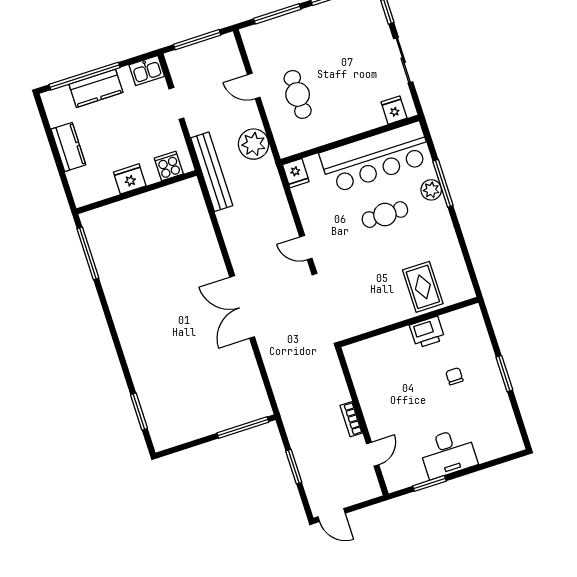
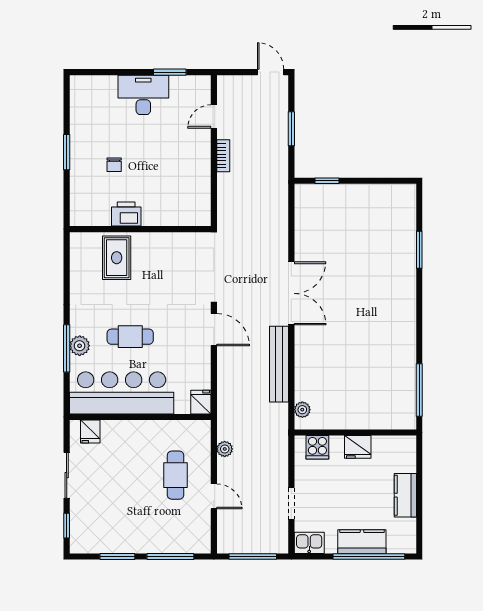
plant: (254, 144) -> (225, 449), width x0.53, depth x0.53
bench: (212, 172) -> (279, 364), moved
plant: (195, 198) -> (302, 410), added
door: (306, 248) -> (214, 330), width x1.38
window: (139, 412) -> (419, 250), moved
window: (243, 427) -> (327, 181), width x0.46

